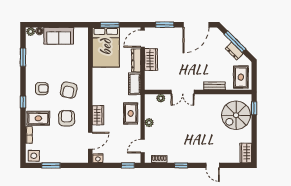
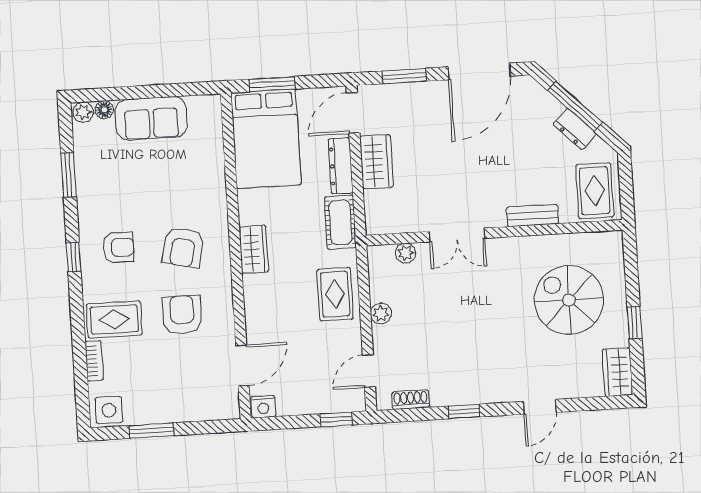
window: (23, 102) -> (74, 257), moved
window: (254, 108) -> (634, 323), moved
wardrobe: (98, 115) -> (254, 249), moved
spiral stairs: (236, 115) -> (569, 300), moved, turned 90
door: (213, 165) -> (540, 407), hinge flipped

